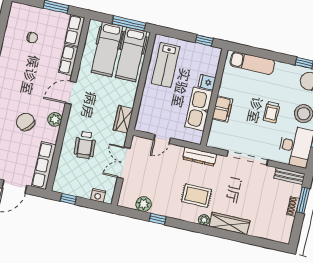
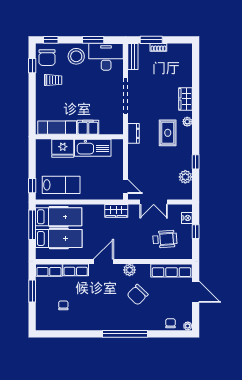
window: (204, 40) -> (32, 186), moved
exam couch: (252, 63) -> (57, 128), moved, turned -90
fridge: (207, 82) -> (63, 148), width x1.88, depth x1.34
door: (71, 93) -> (104, 261), swing flipped
trolley: (272, 112) -> (53, 80), moved
door: (162, 139) -> (126, 186), moved
wheelchair: (85, 145) -> (165, 239), moved
dresser: (200, 157) -> (133, 133), width x0.70
window: (68, 199) -> (196, 232), moved
wardrobe: (229, 223) -> (185, 99), width x0.67

